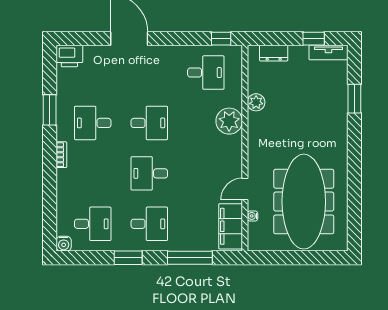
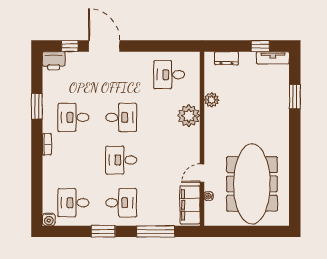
window: (221, 39) -> (70, 46), moved
desk: (206, 73) -> (169, 75), turned 180
desk: (93, 224) -> (73, 203), turned 180

